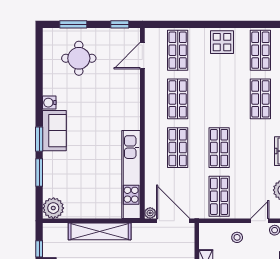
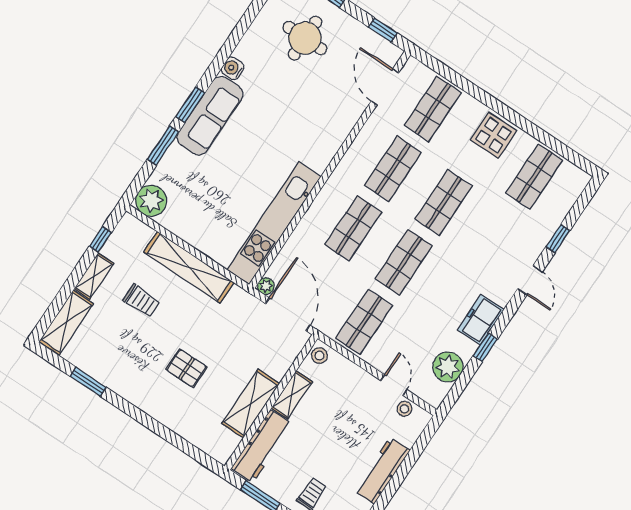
door: (142, 56) -> (385, 87), hinge flipped
shop shelf: (260, 99) -> (444, 203), moved
sofa: (54, 131) -> (210, 116), width x1.36
door: (260, 221) -> (394, 385), hinge flipped
stool: (237, 237) -> (319, 356), moved

